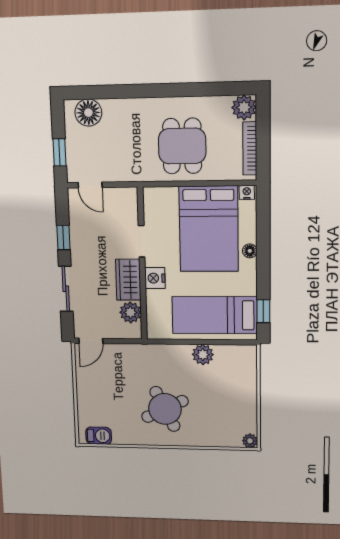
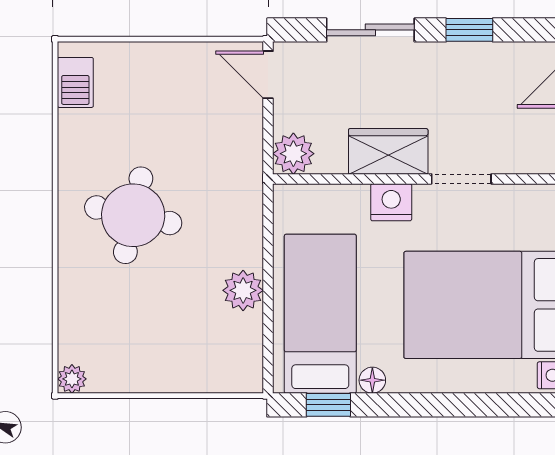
floor lamp: (250, 251) -> (372, 380), moved
plant: (130, 312) -> (293, 154), moved
round table: (165, 409) -> (133, 215), turned 38

